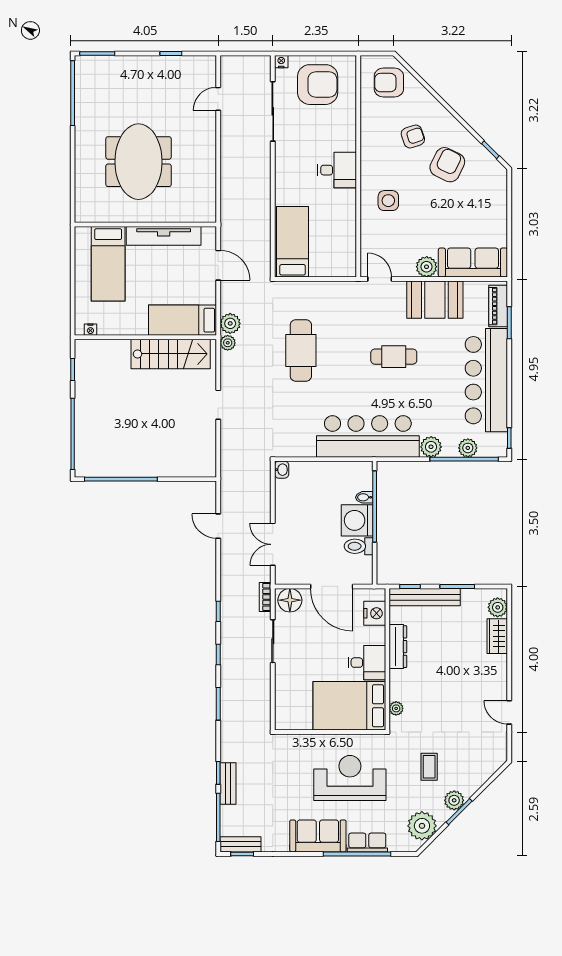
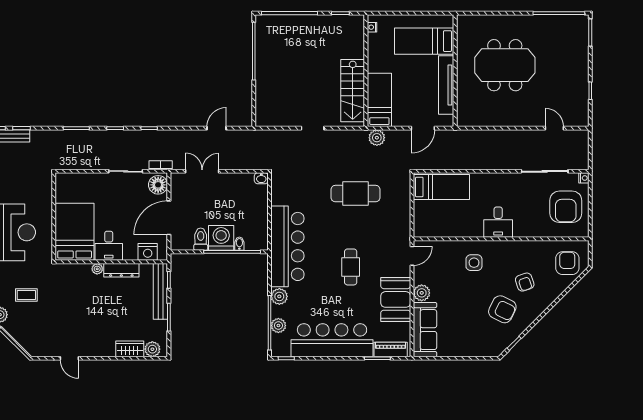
plant: (228, 343) -> (362, 136), removed
plant: (396, 708) -> (97, 269), moved
door: (509, 712) -> (69, 358), swing flipped

